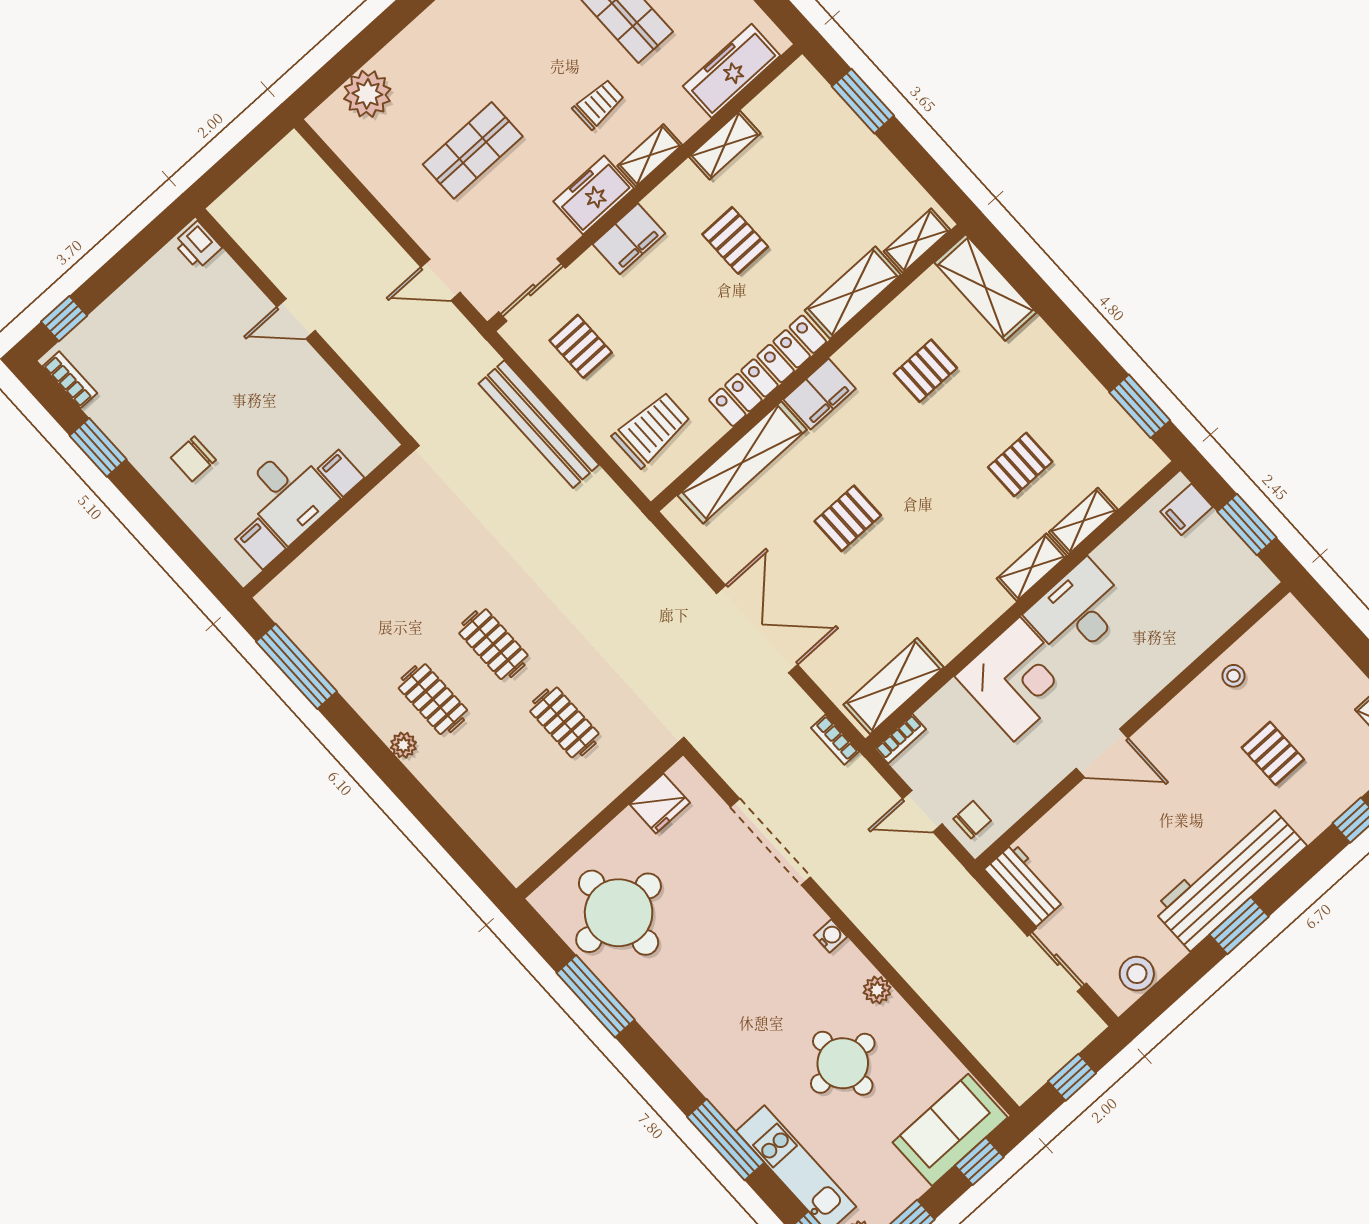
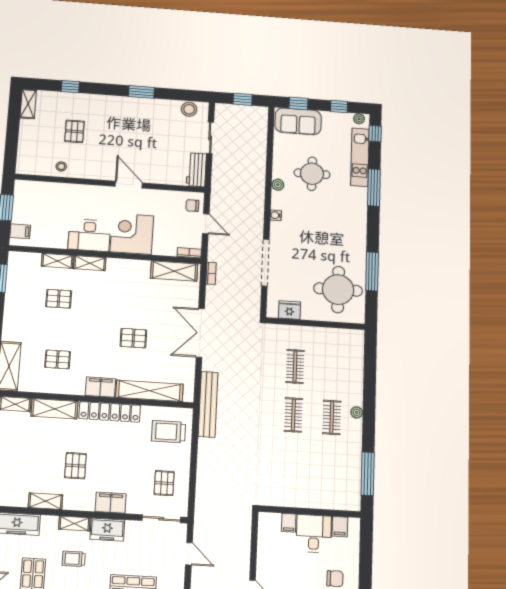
bench: (539, 424) -> (208, 404), moved
workbench: (1229, 878) -> (129, 109), removed

